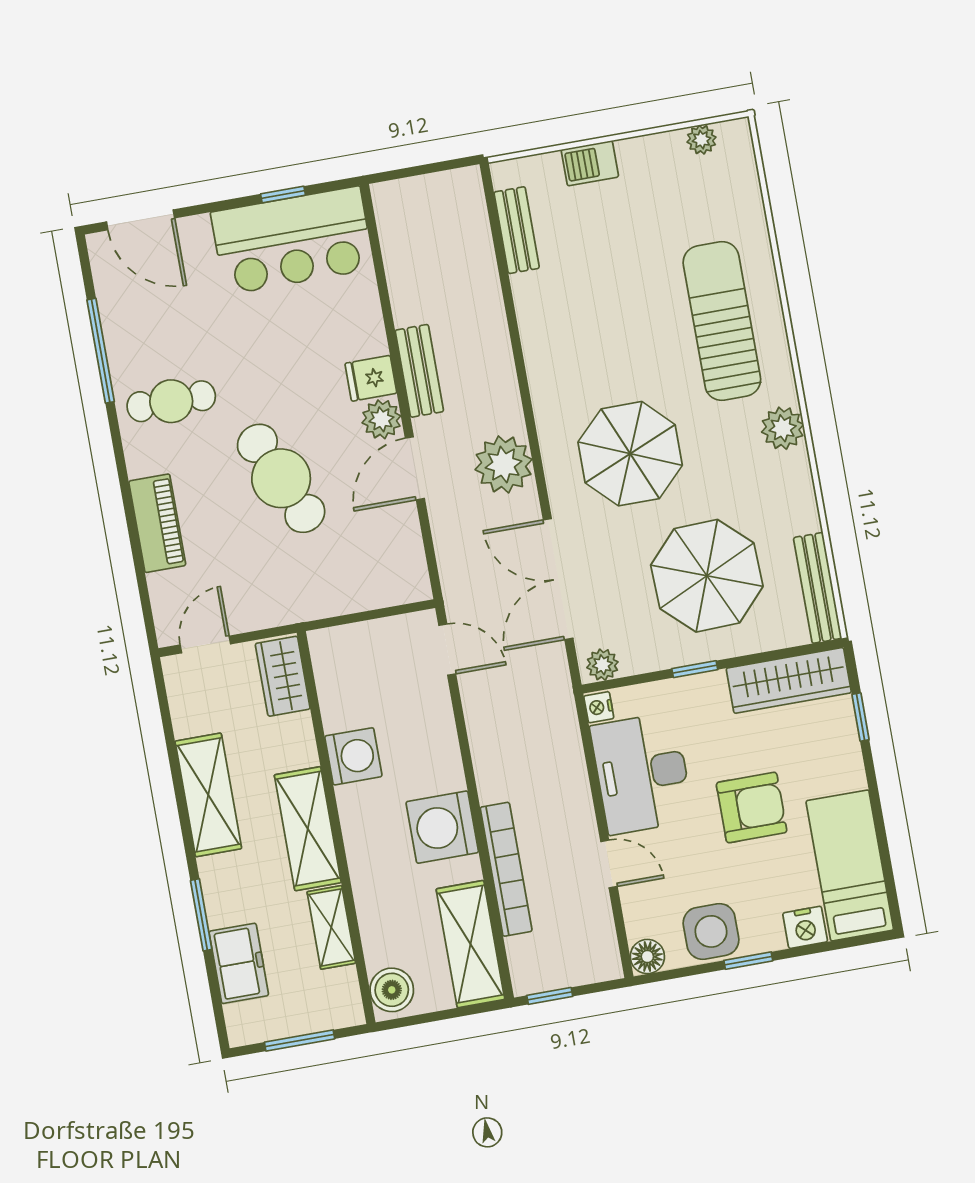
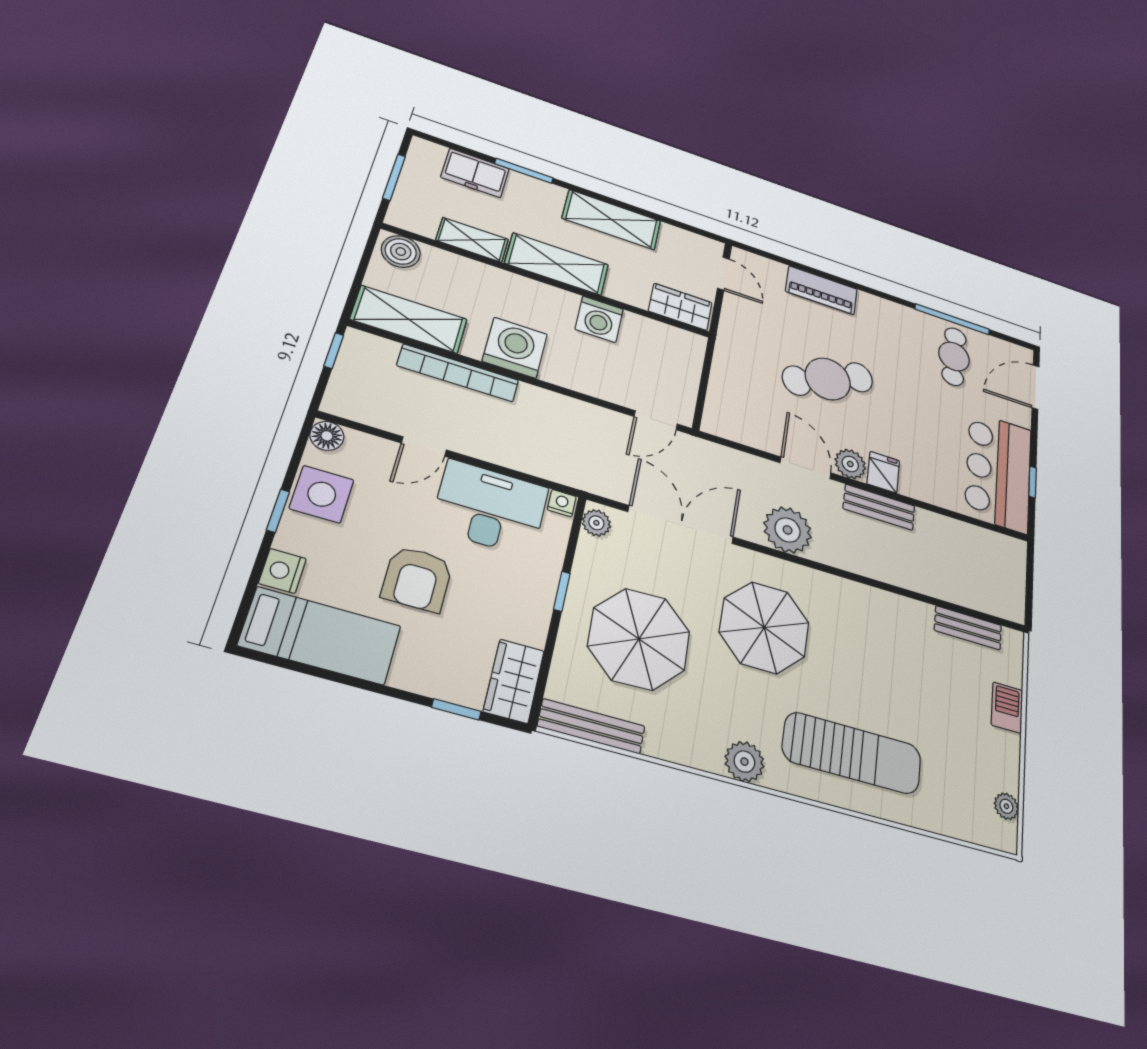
cafe table: (171, 401) -> (954, 356), moved
wardrobe: (789, 680) -> (514, 681), width x0.67

